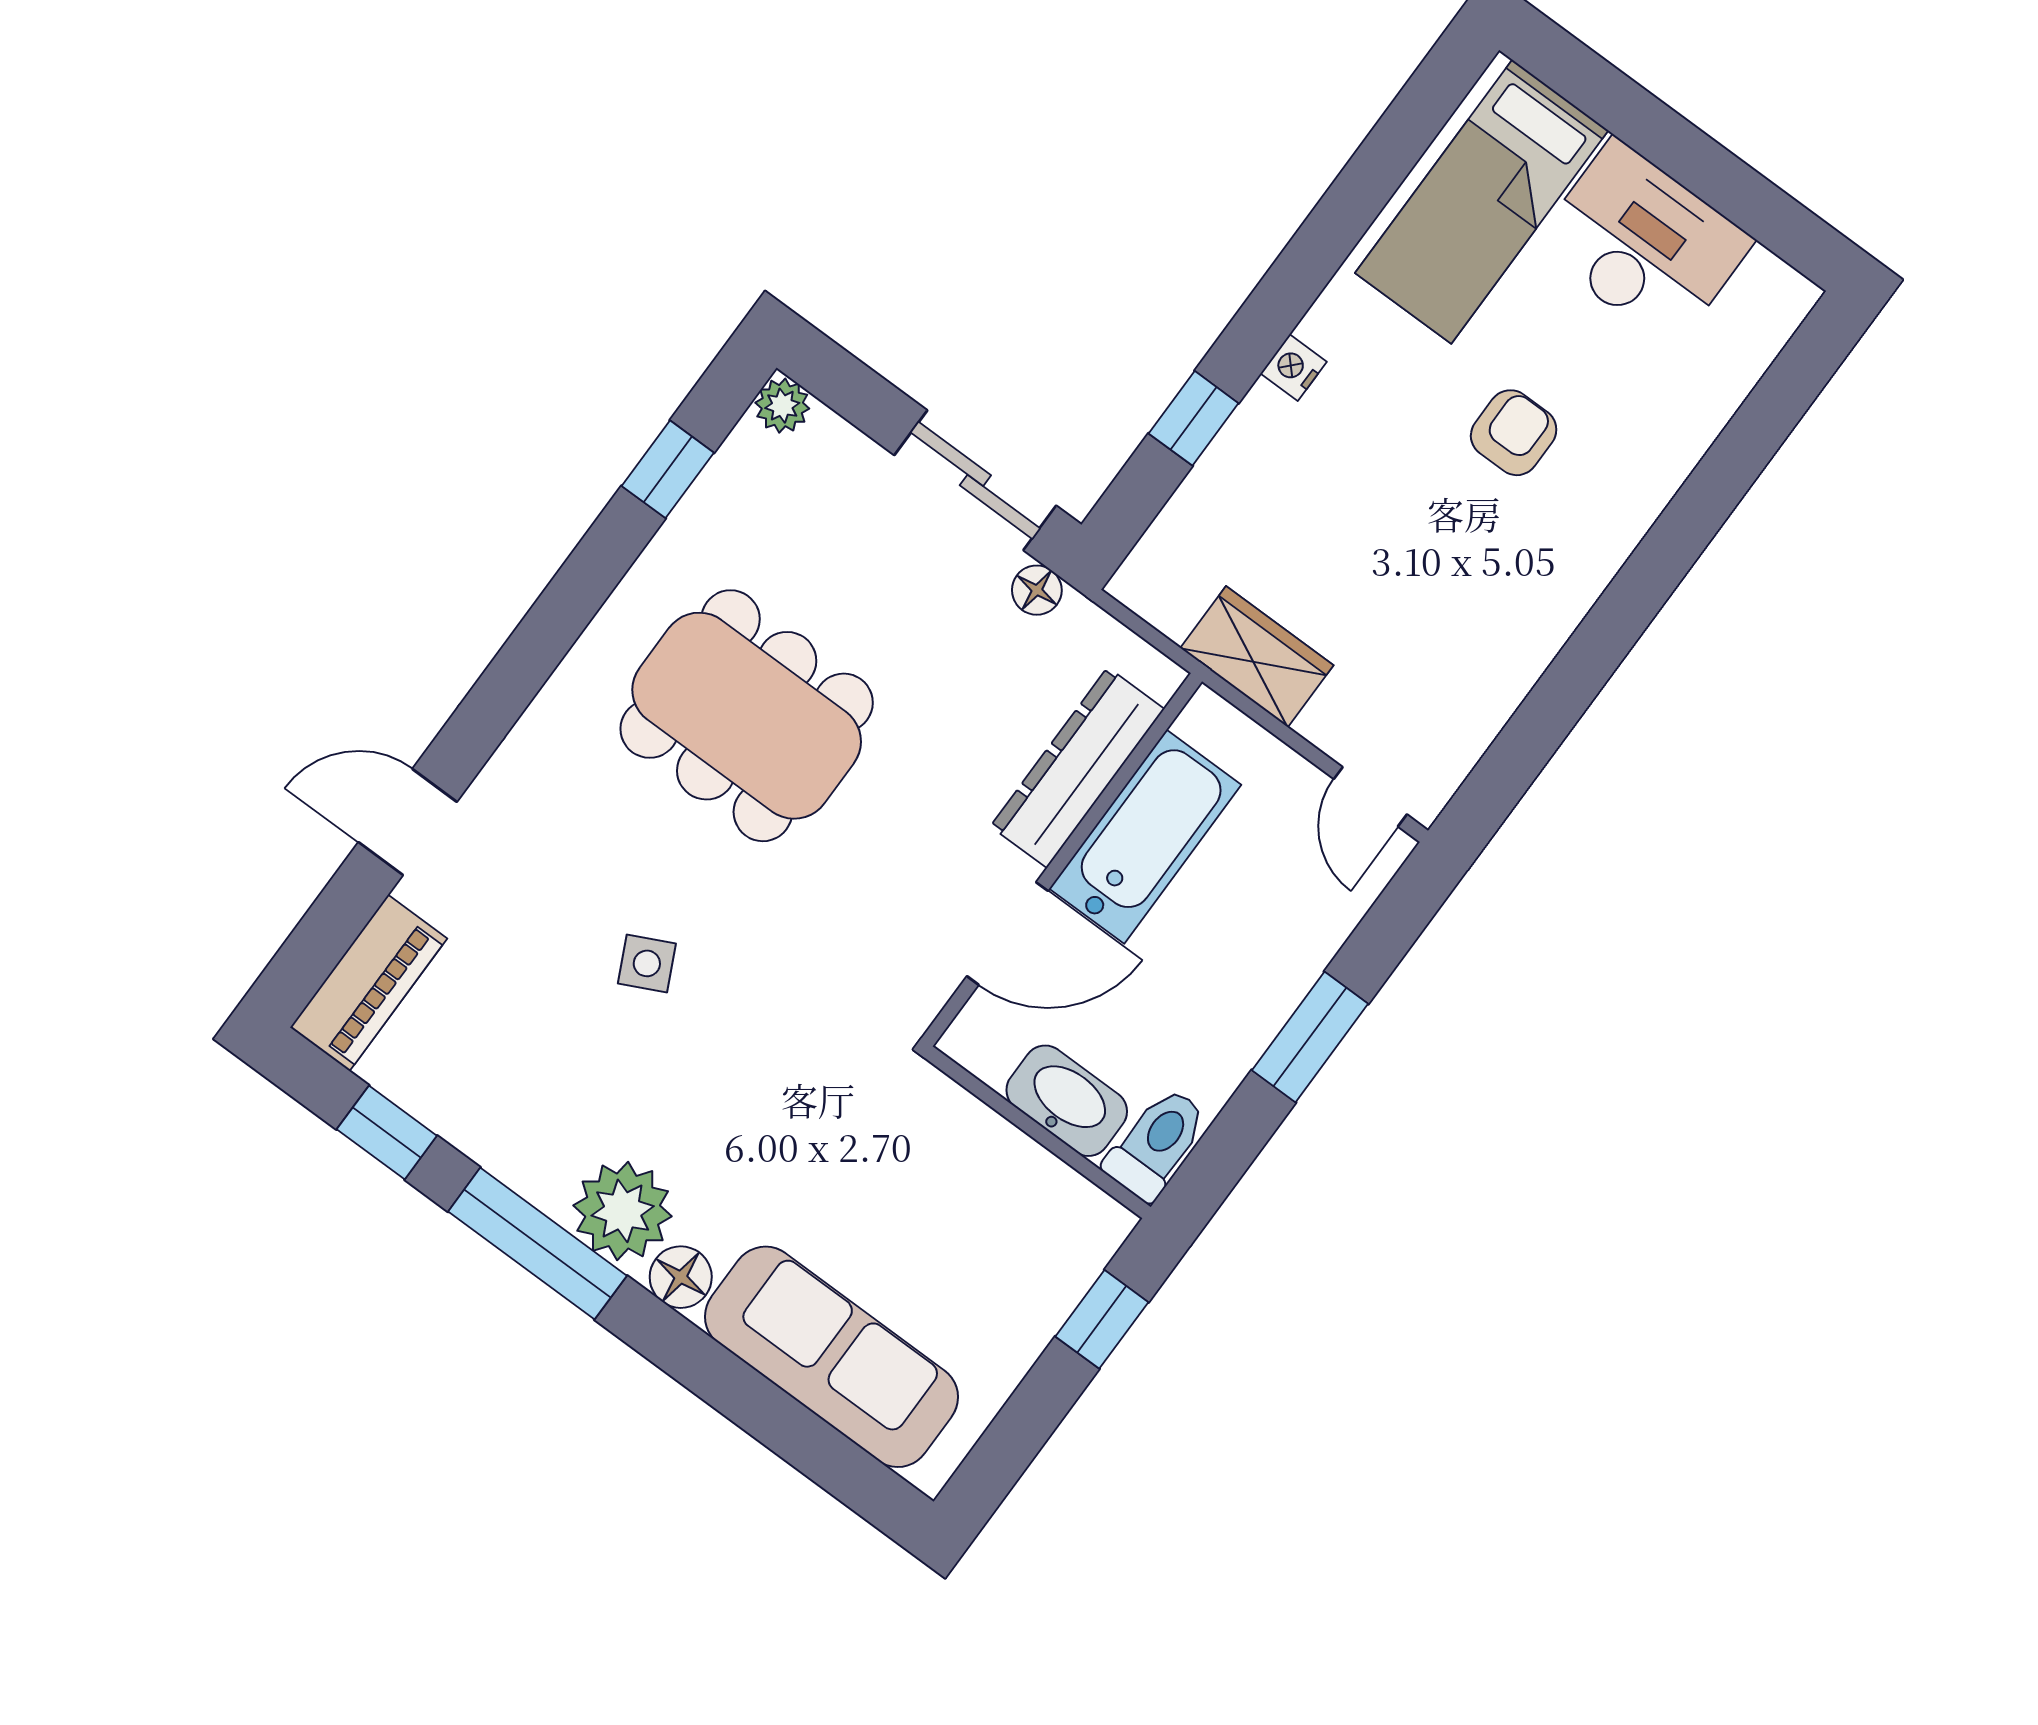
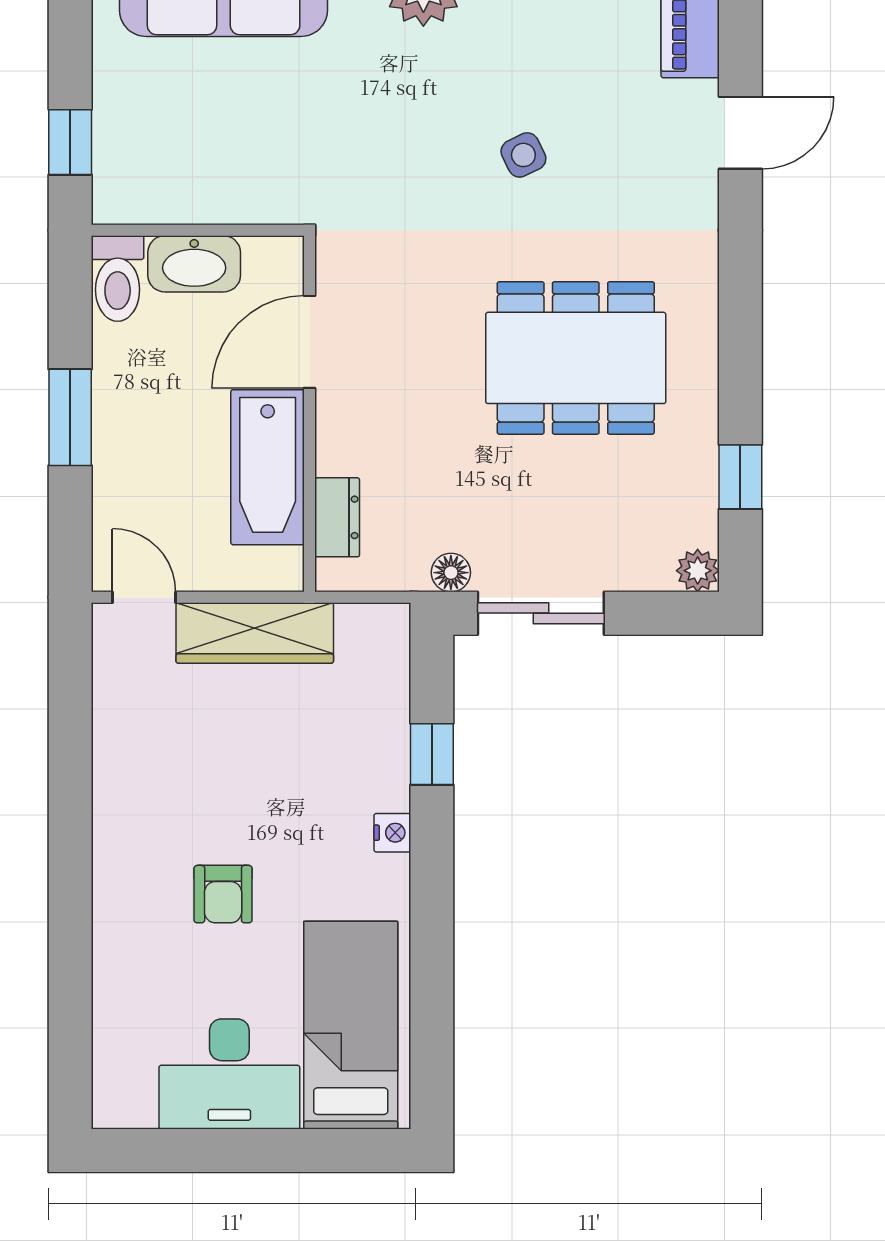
wardrobe: (1257, 657) -> (255, 633), width x1.50
dresser: (1077, 768) -> (337, 517), width x0.51, depth x0.80

